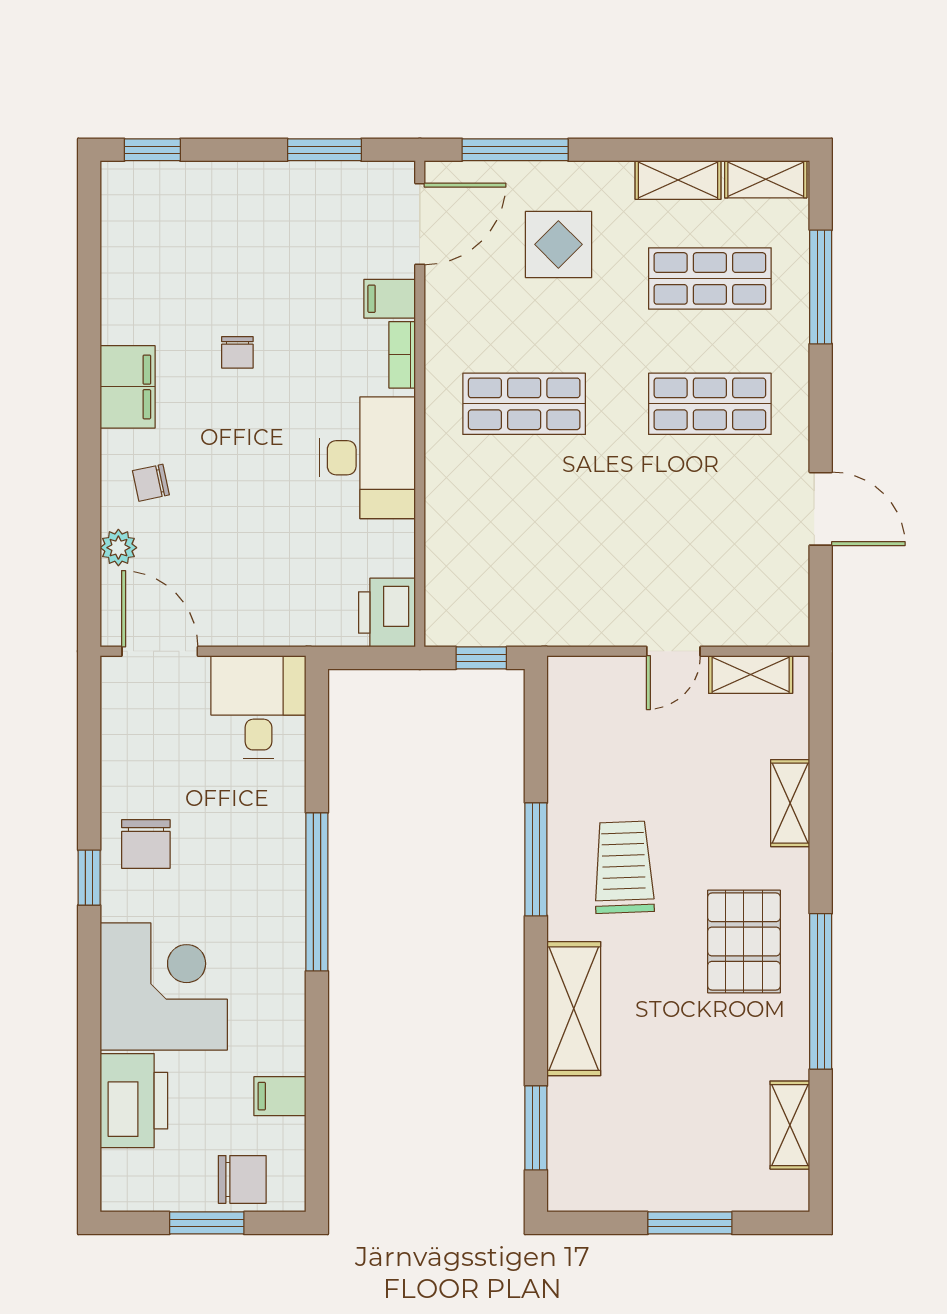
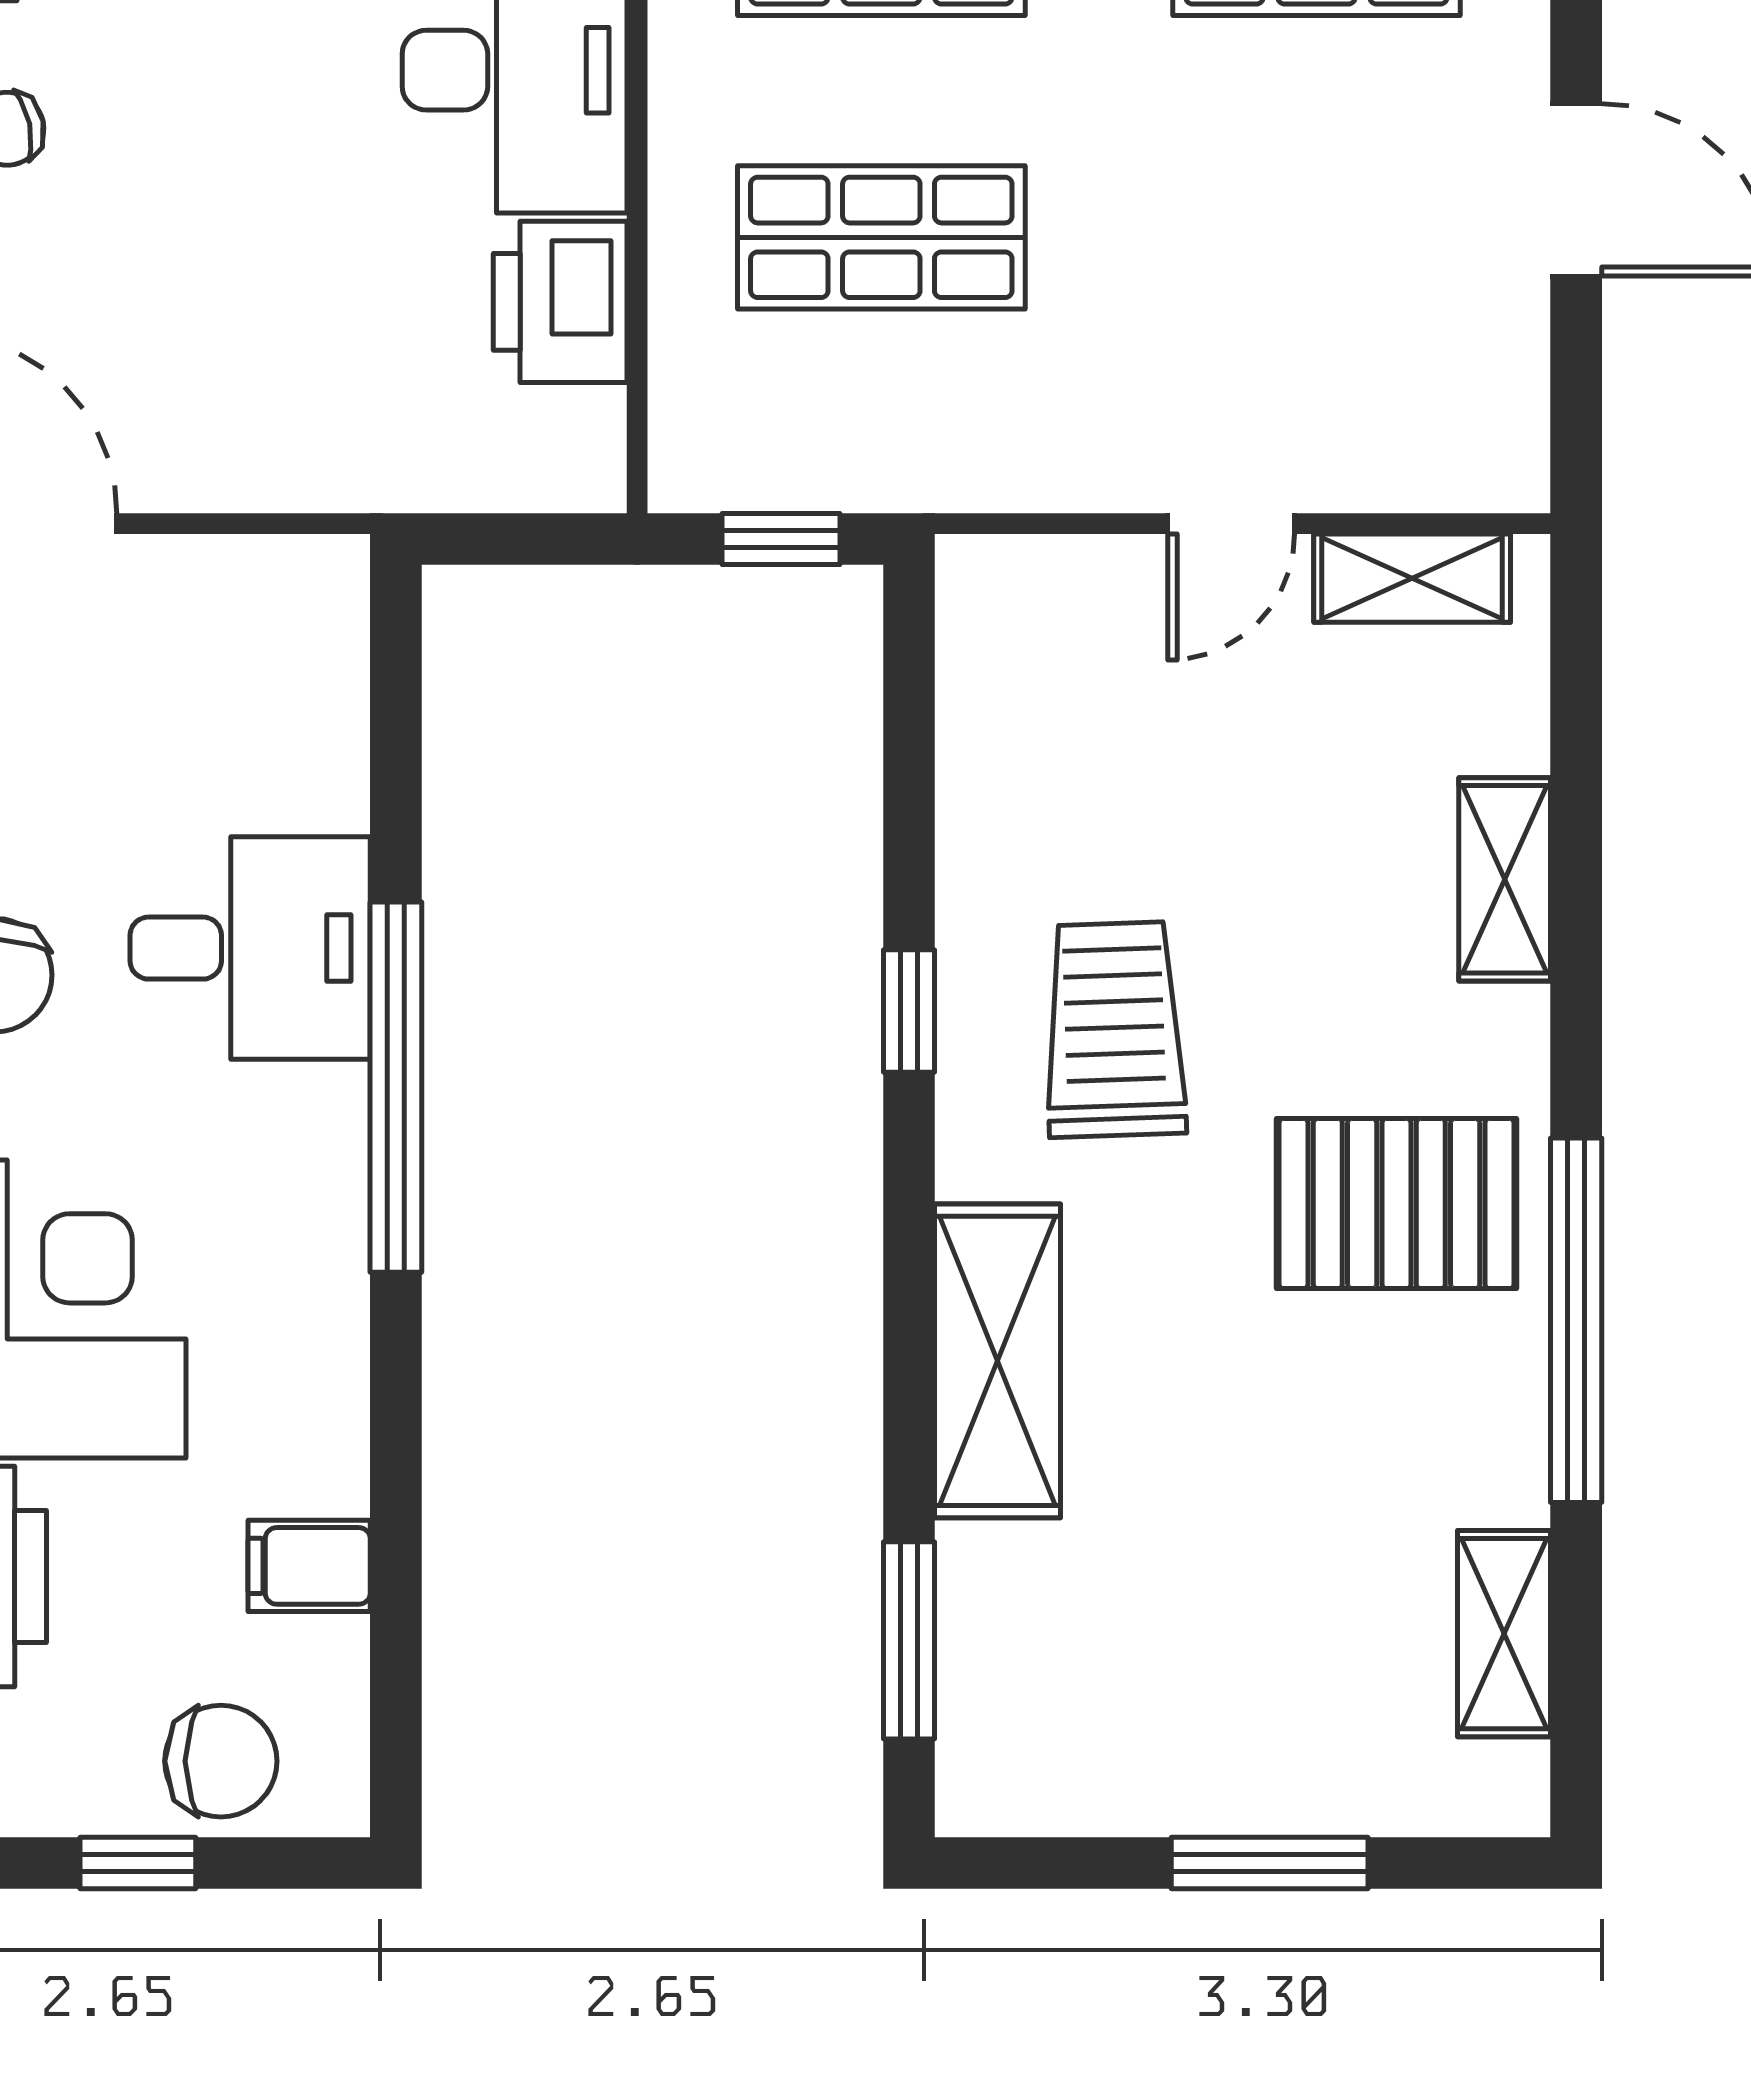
shop shelf: (524, 529) -> (881, 237), added
printer: (387, 612) -> (560, 302), moved
desk: (258, 707) -> (250, 948), moved, turned 90
window: (536, 859) -> (909, 1011), width x0.46
pallet: (744, 941) -> (1396, 1204), turned 90
window: (207, 1223) -> (138, 1863), width x0.67

